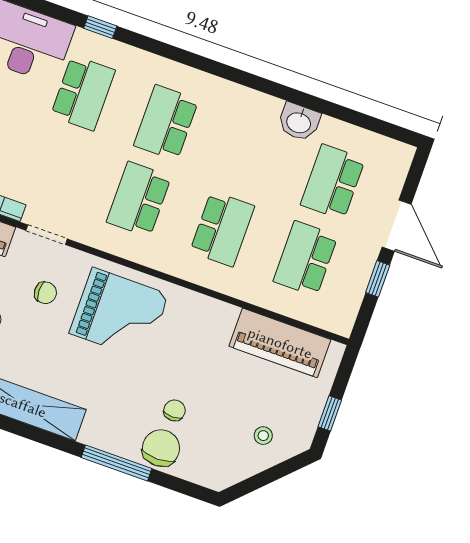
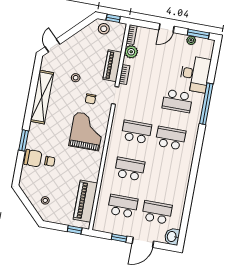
window: (100, 27) -> (206, 104), width x3.17
washbasin: (299, 122) -> (172, 237), moved
school desk: (222, 229) -> (130, 169), turned 180
grand piano: (119, 314) -> (87, 131), turned 180
window: (330, 413) -> (75, 230), moved
window: (117, 463) -> (24, 140), width x0.69

